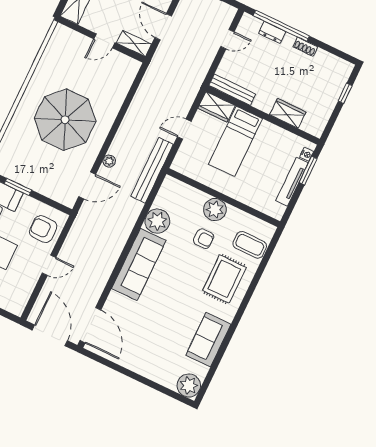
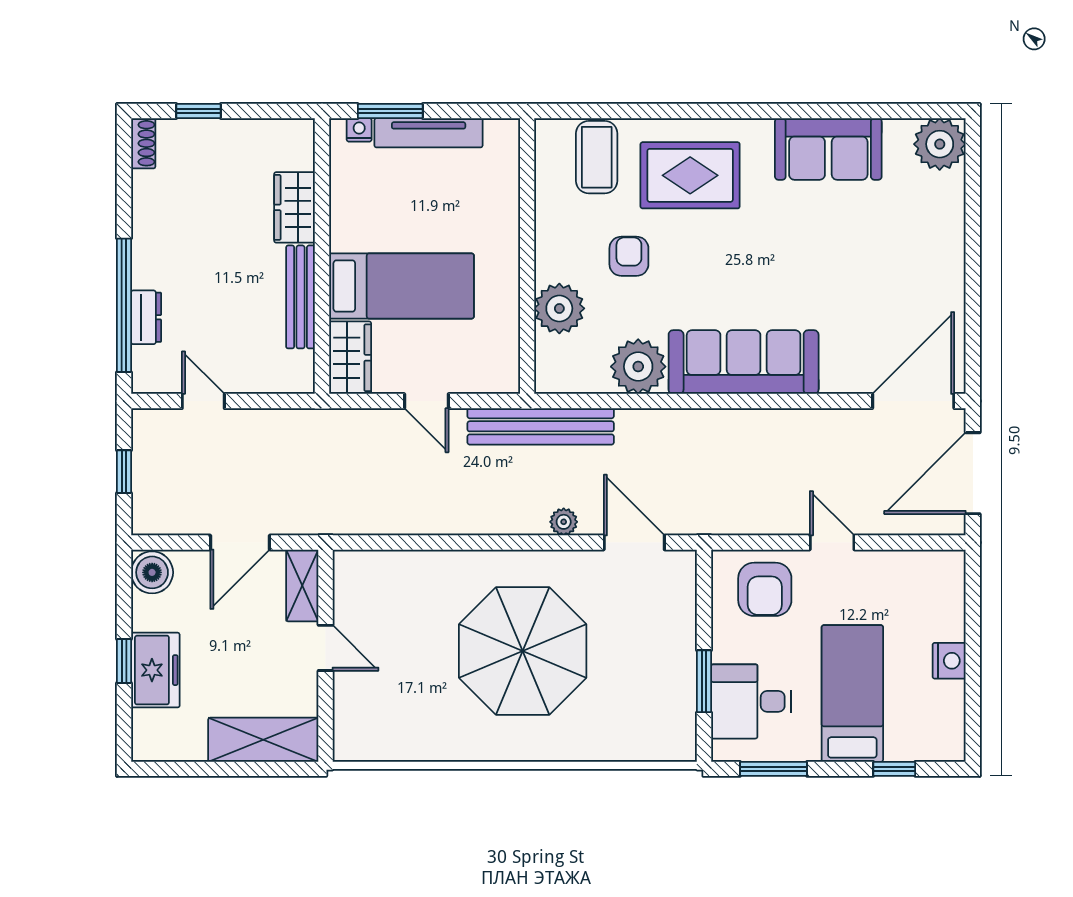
shoe rack: (305, 47) -> (143, 143), moved
bench: (232, 90) -> (301, 297), moved
plant: (215, 210) -> (559, 308), moved

